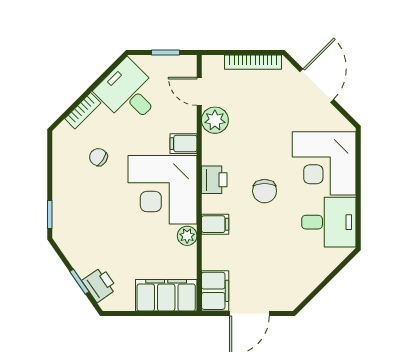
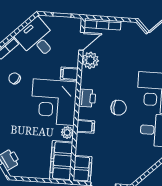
bookcase: (253, 62) -> (103, 24), moved
door: (199, 91) -> (82, 41), swing flipped
chair: (265, 191) -> (119, 108), turned -90
filing cabinet: (166, 295) -> (61, 161), moved, turned -90

